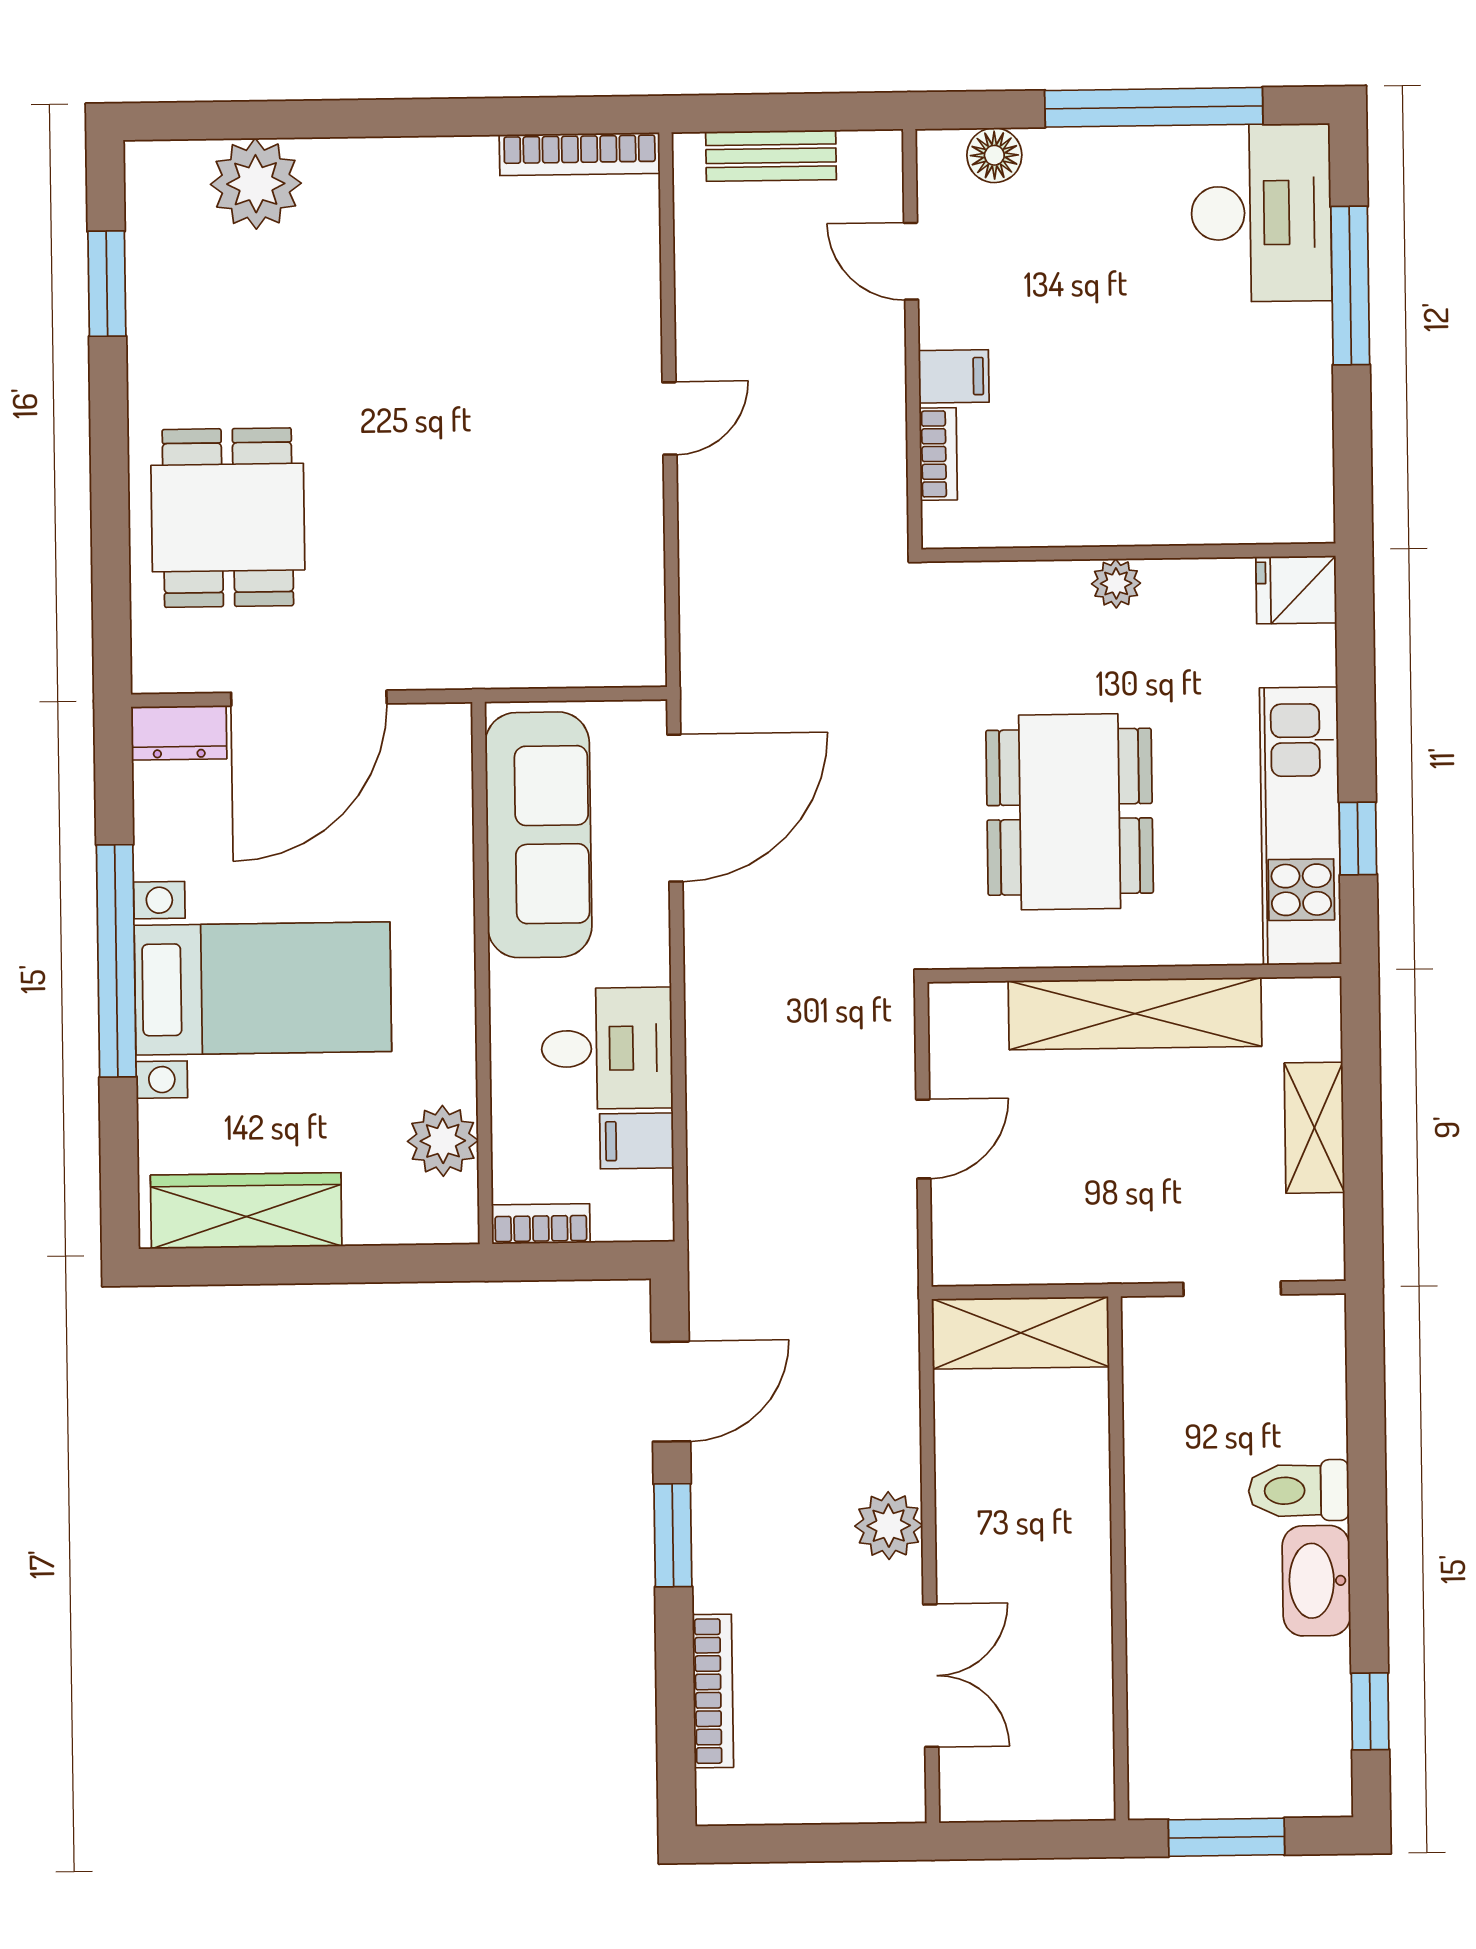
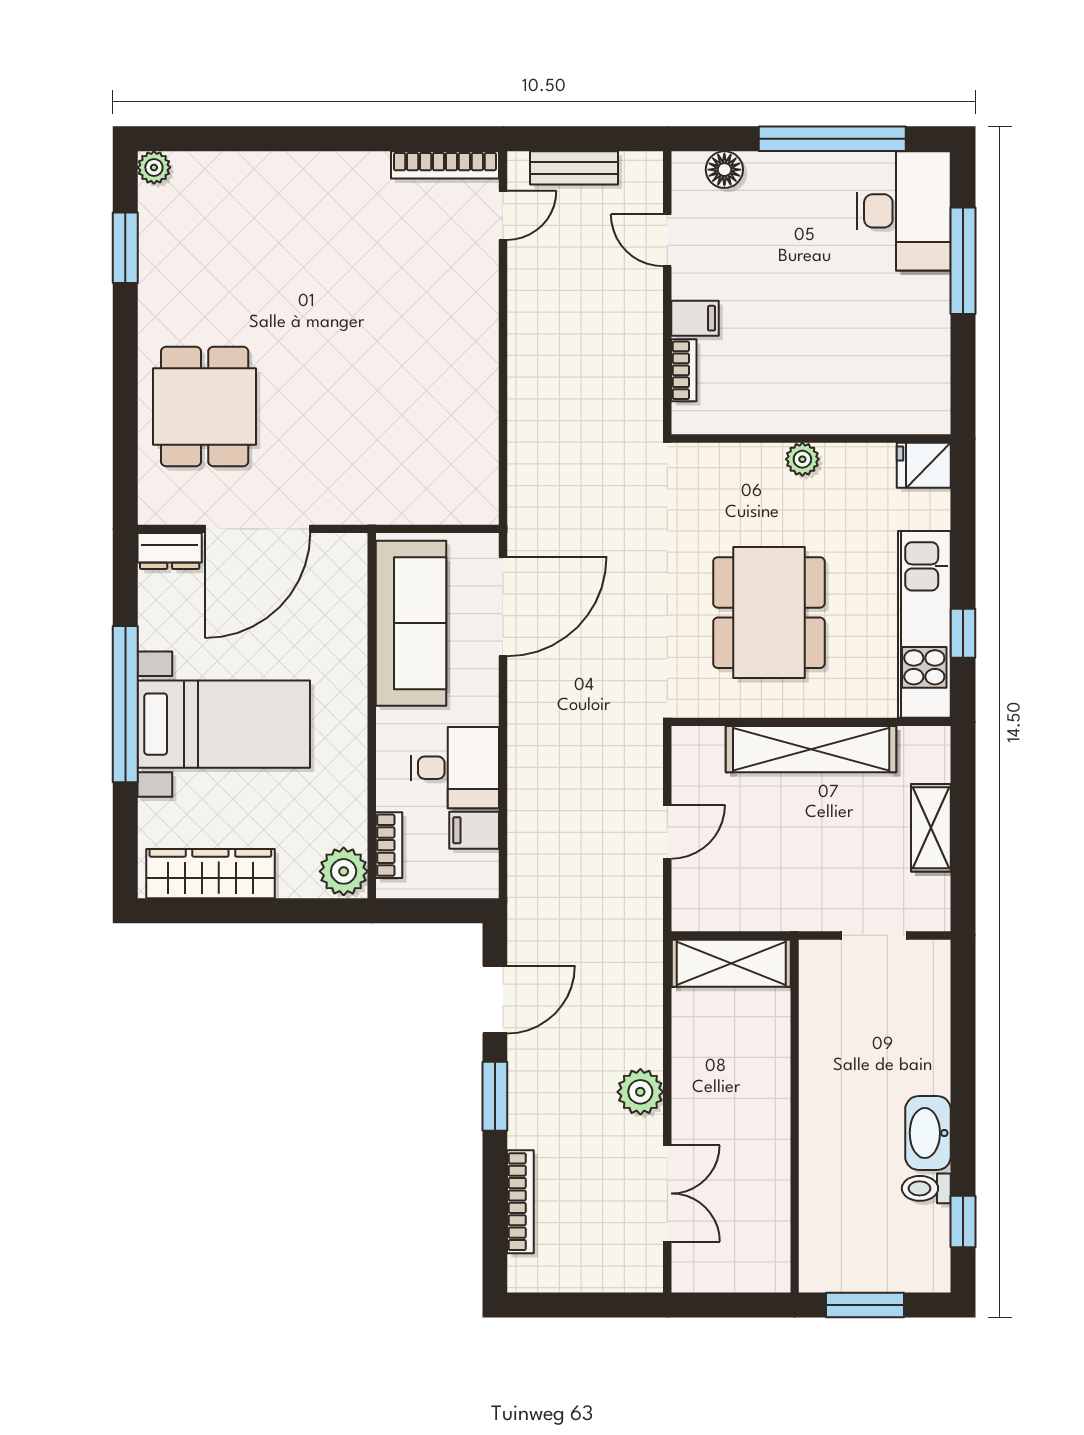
plant: (256, 184) -> (154, 167), moved, width x0.53, depth x0.53
door: (669, 418) -> (503, 215), moved
plant: (443, 1141) -> (344, 871), moved
bookcase: (541, 1224) -> (389, 845), moved, turned 90
toilet: (1299, 1491) -> (926, 1188), moved, width x0.73, depth x0.72

